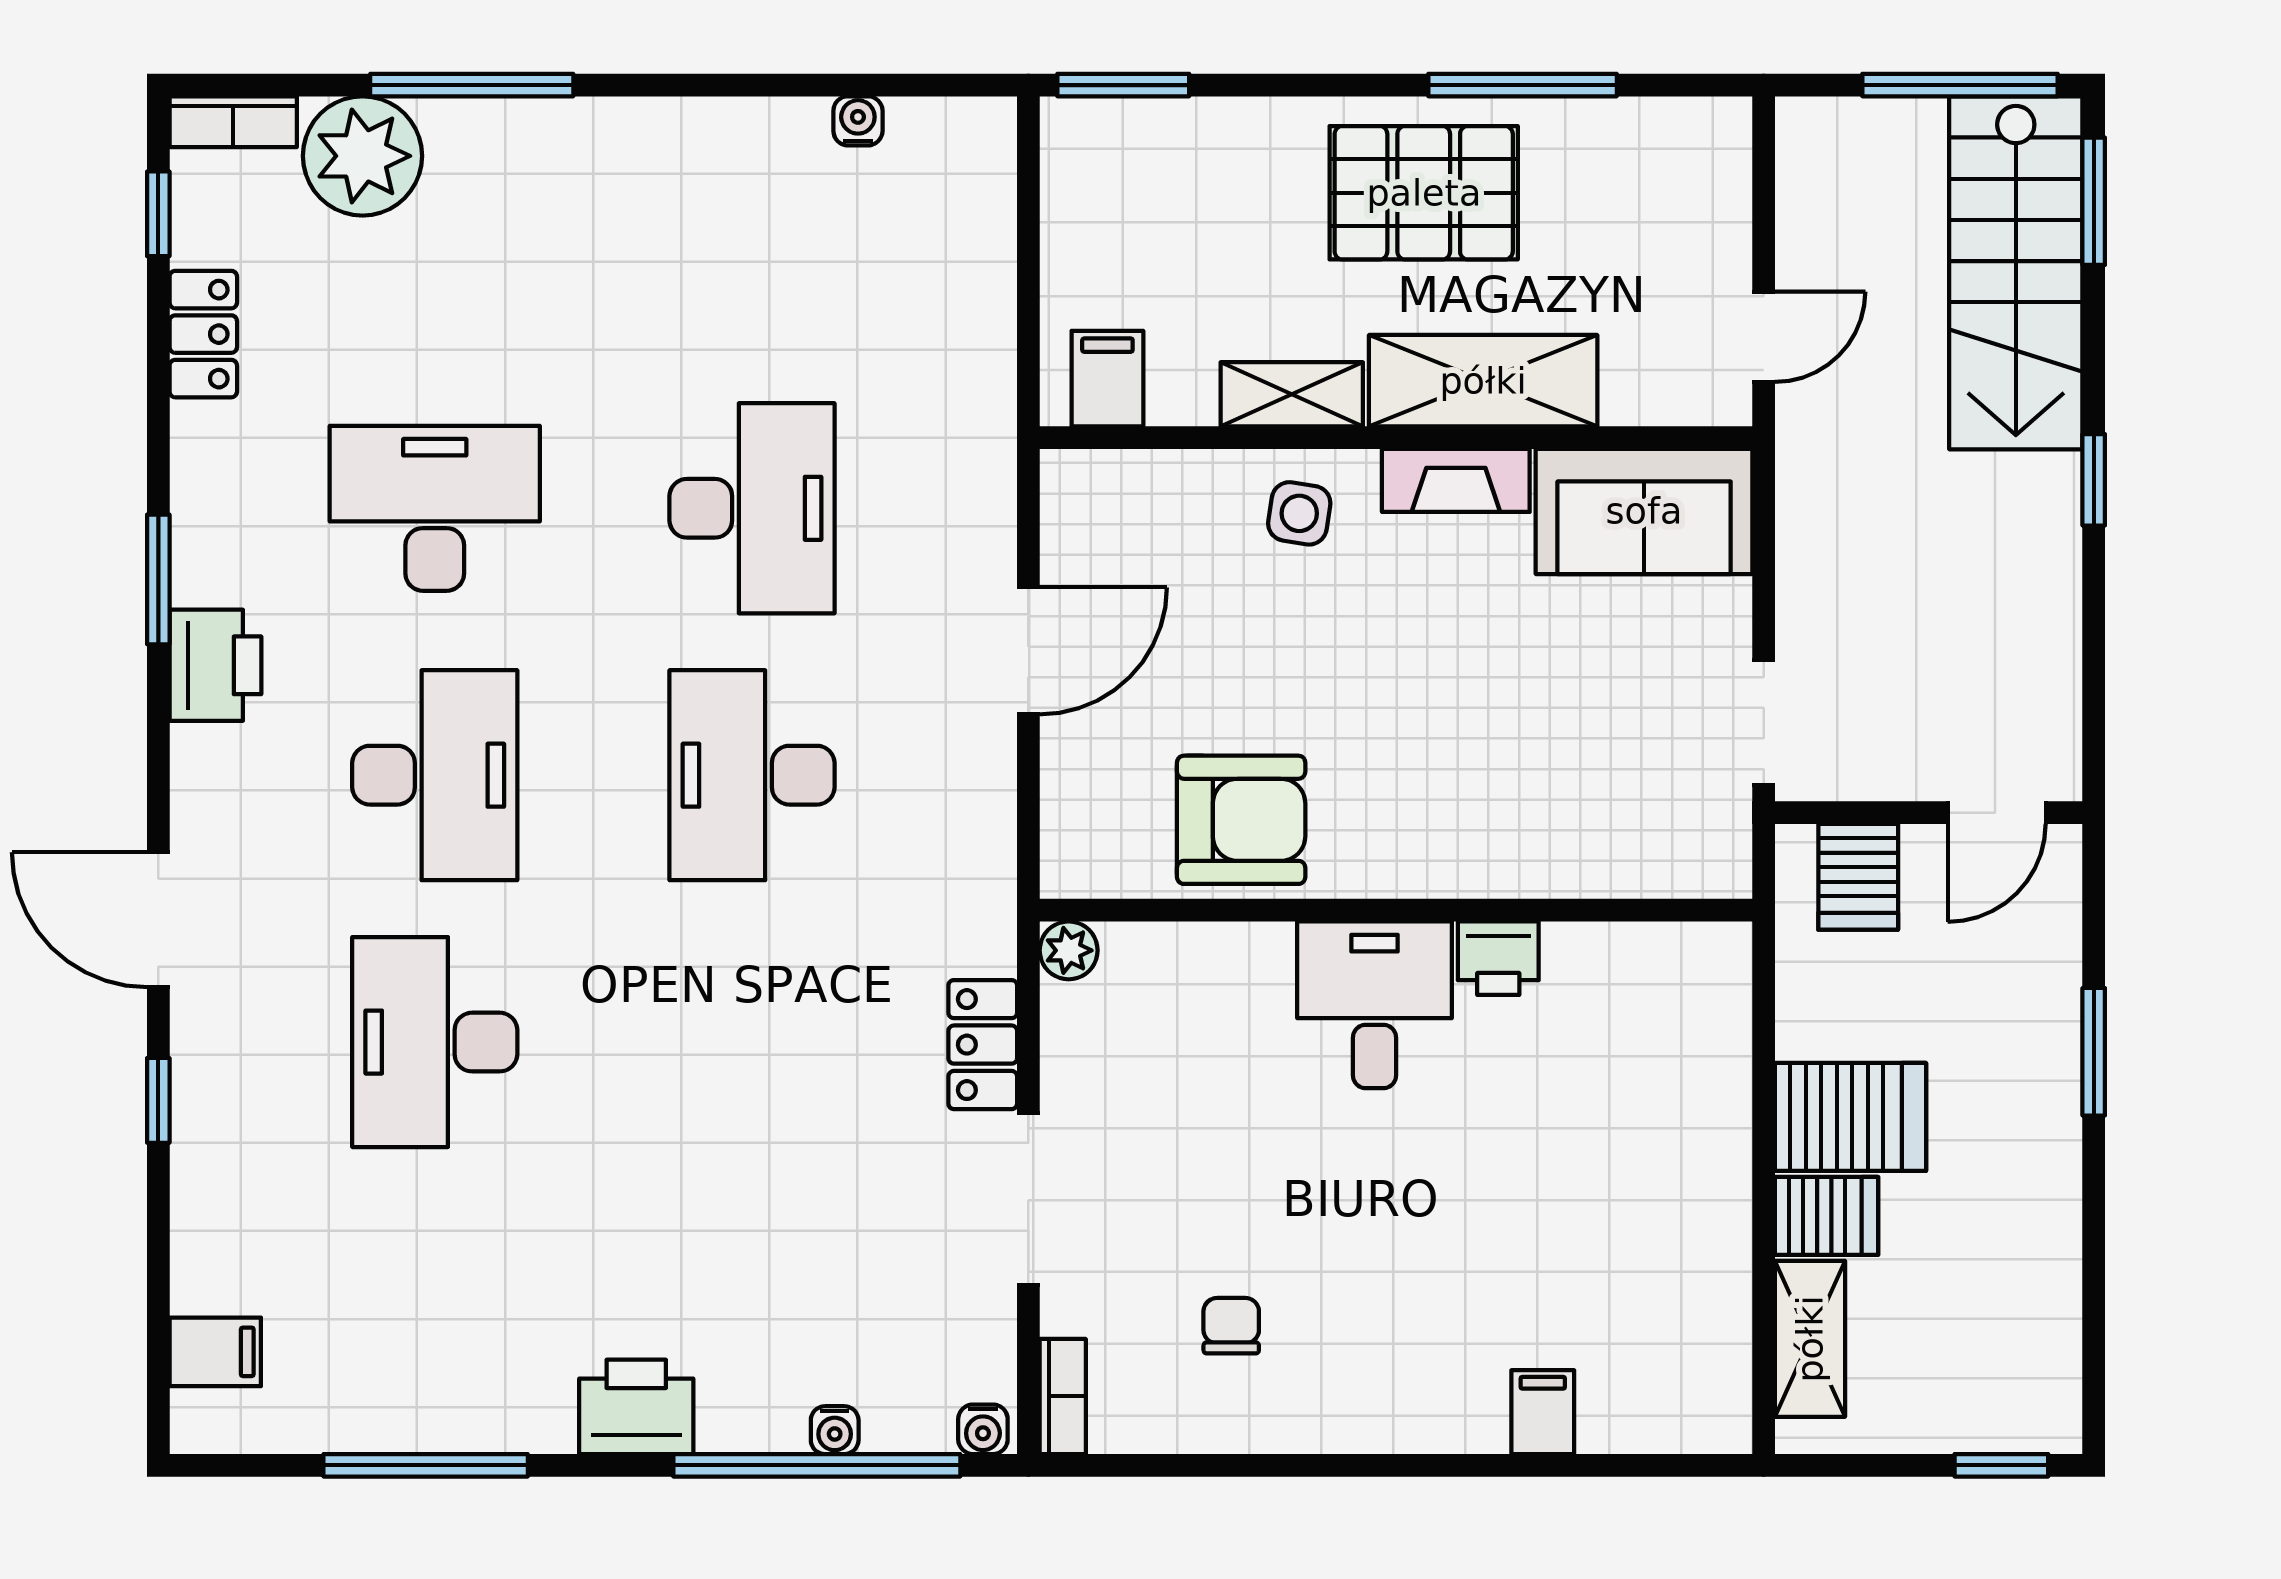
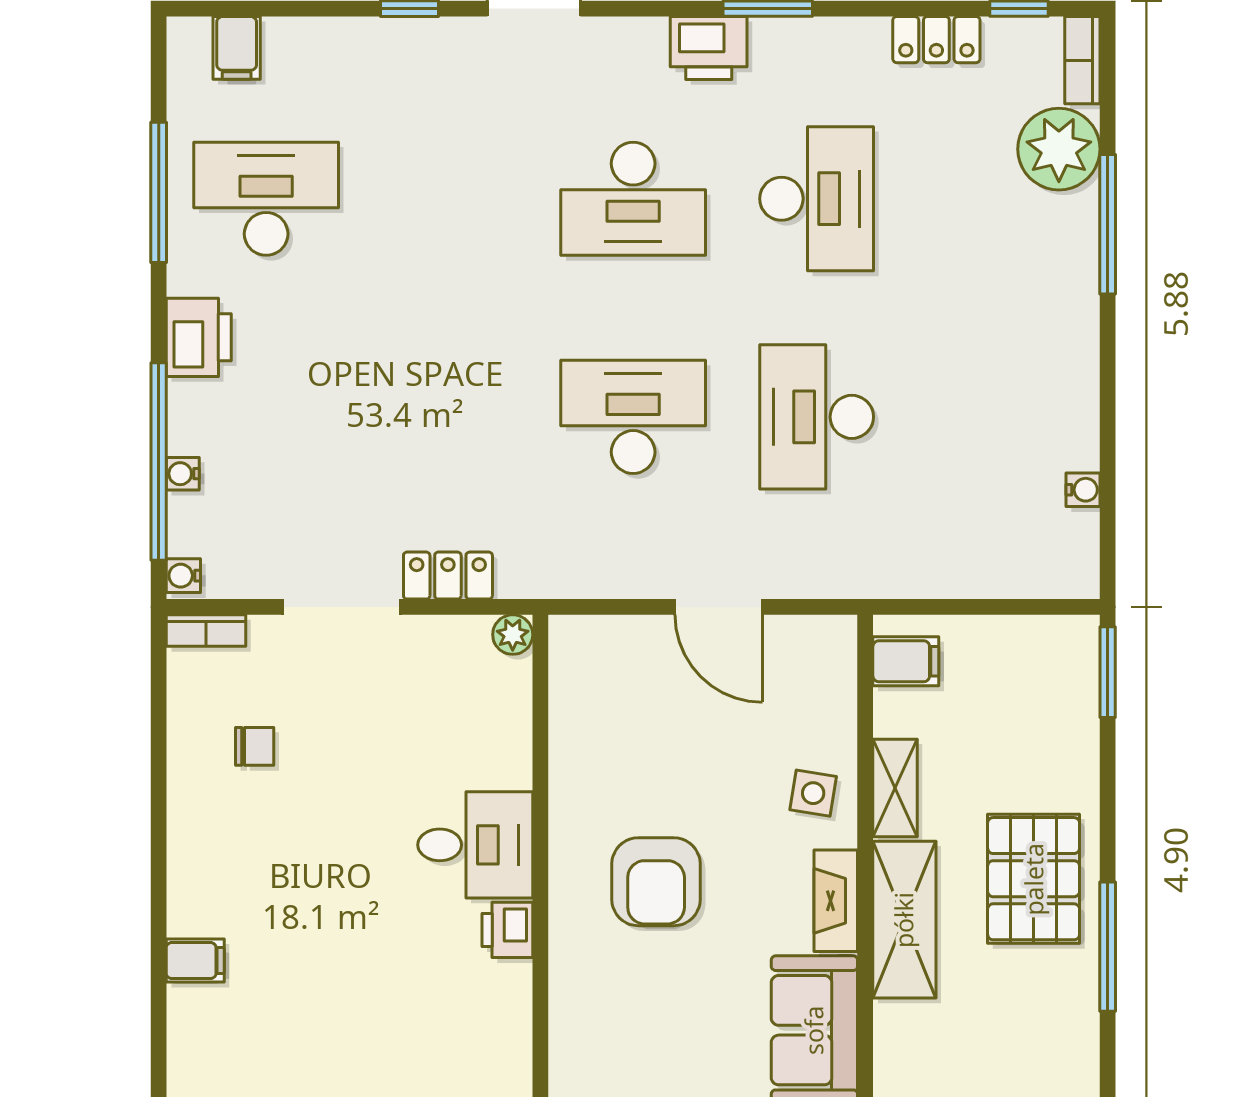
desk: (752, 508) -> (817, 417), turned 90
armchair: (1241, 820) -> (656, 882), moved
desk: (435, 1042) -> (266, 199), moved

